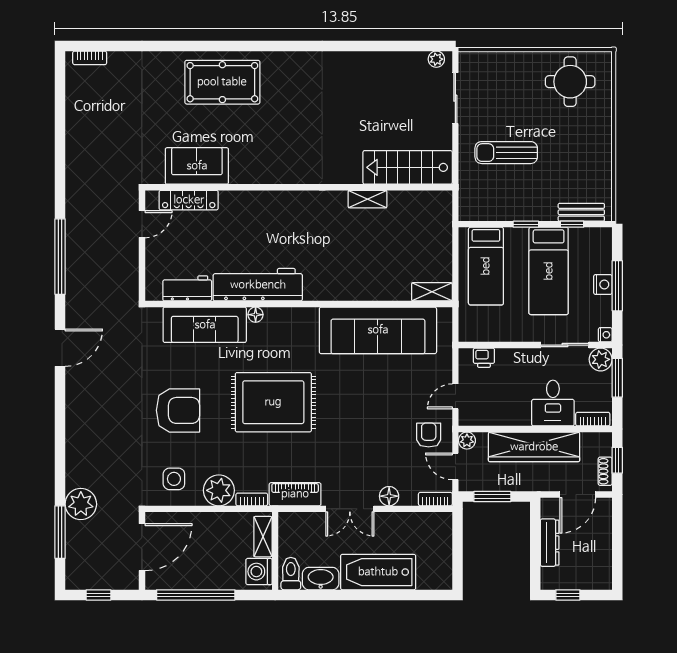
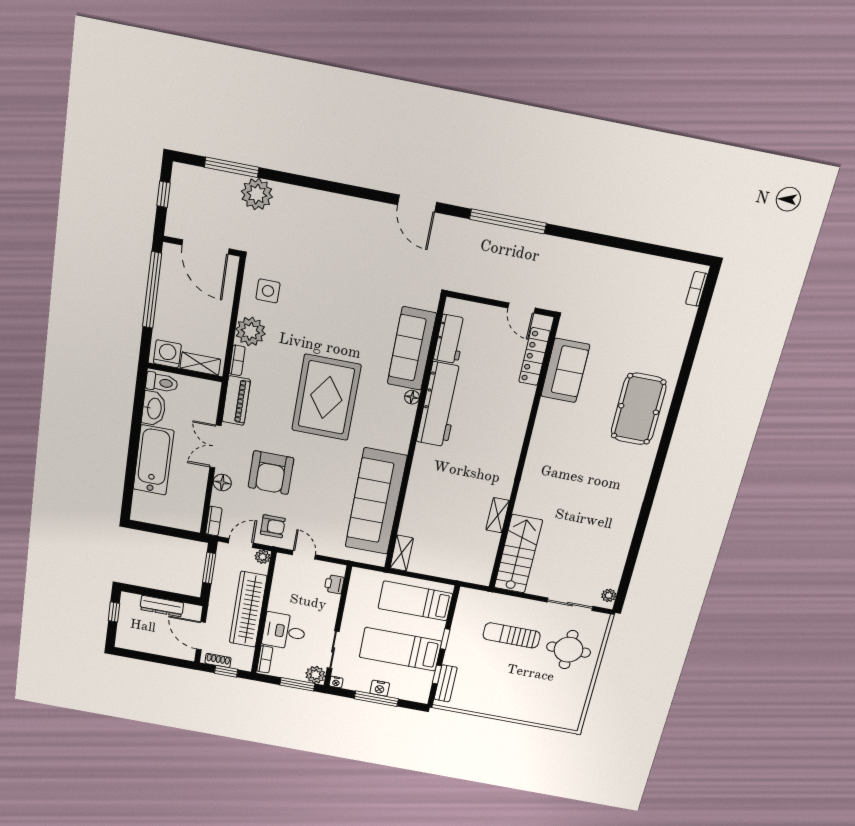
round table: (570, 82) -> (569, 650), moved
sun lounger: (506, 153) -> (512, 635), turned -90
armchair: (178, 410) -> (271, 473), moved

